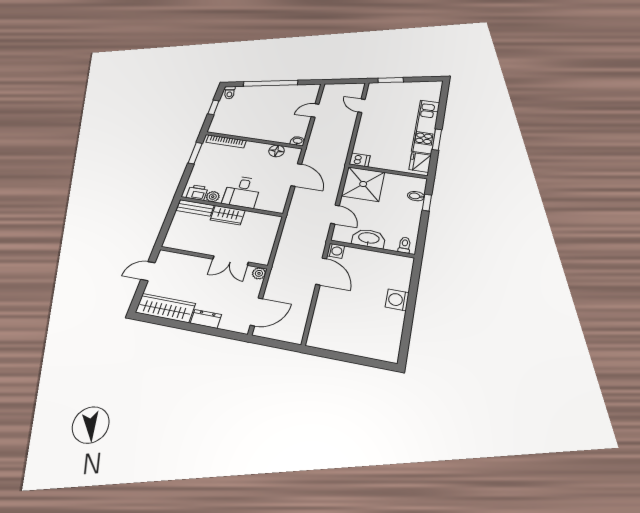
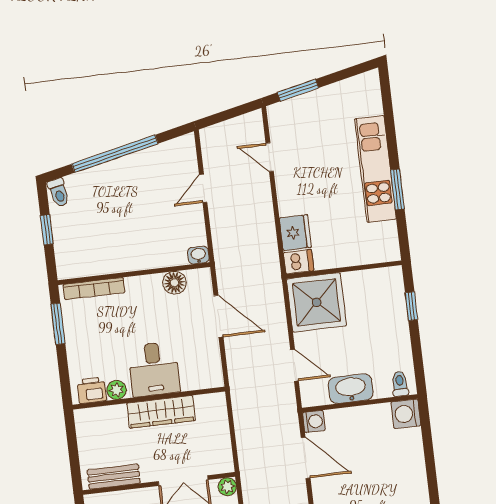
fridge: (420, 162) -> (295, 233), moved, turned 180
bidet: (416, 196) -> (394, 300), removed
bench: (195, 208) -> (114, 477), moved
wardrobe: (228, 215) -> (161, 412), width x1.50
washing machine: (397, 300) -> (406, 414), moved

